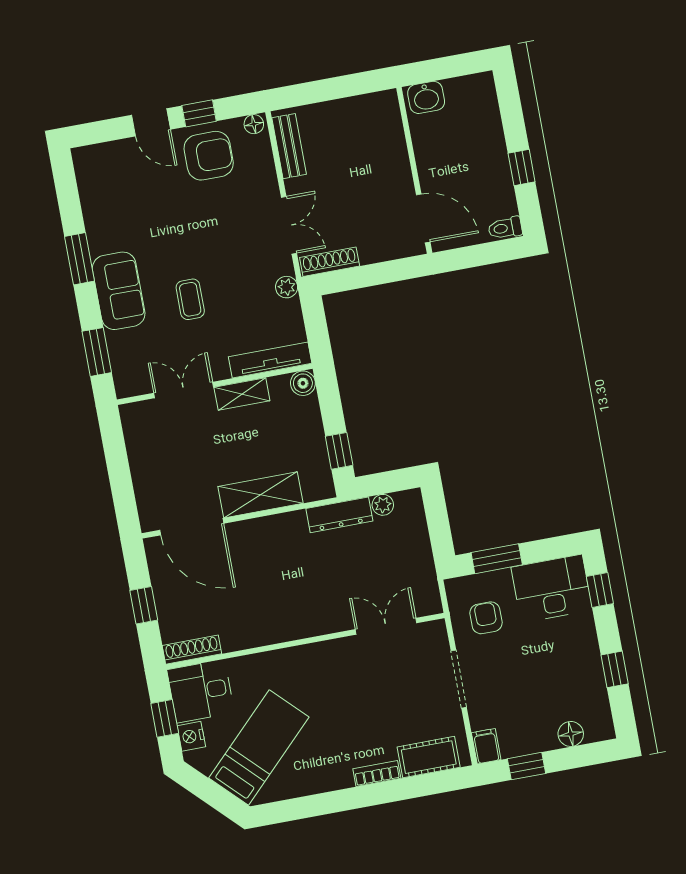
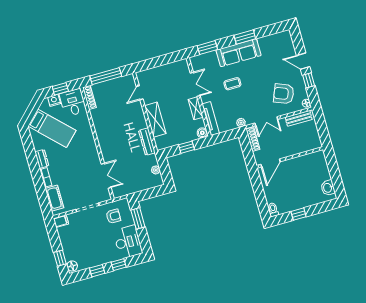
washbasin: (426, 97) -> (328, 188), moved
door: (151, 122) -> (303, 61), hinge flipped
armchair: (209, 156) -> (284, 94), moved, turned 112
wall: (414, 170) -> (290, 157), moved
door: (423, 218) -> (270, 163), moved
sofa: (119, 291) -> (239, 53), width x1.36
window: (339, 451) -> (186, 147), moved
dresser: (339, 515) -> (147, 142), moved
door: (192, 527) -> (140, 93), width x0.53
window: (600, 590) -> (119, 265), moved
window: (144, 605) -> (106, 76), width x2.17
floor lamp: (571, 734) -> (72, 266), moved
window: (526, 766) -> (60, 258), moved
dresser: (331, 779) -> (42, 159), added

